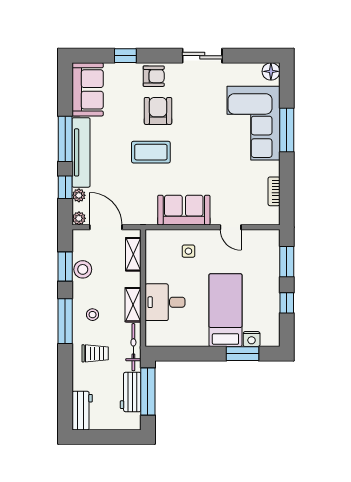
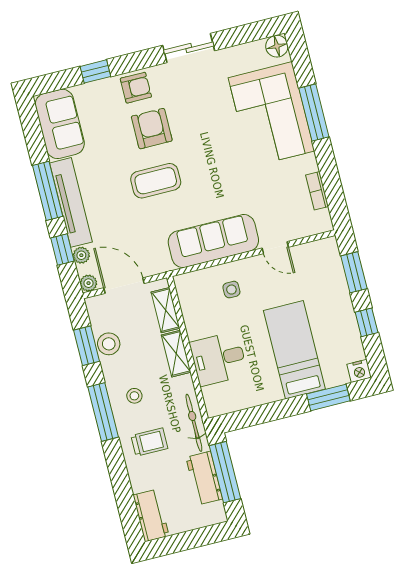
sofa: (184, 210) -> (213, 241), width x1.36
shelving: (133, 305) -> (176, 354), moved
nightstand: (252, 339) -> (359, 371), moved

